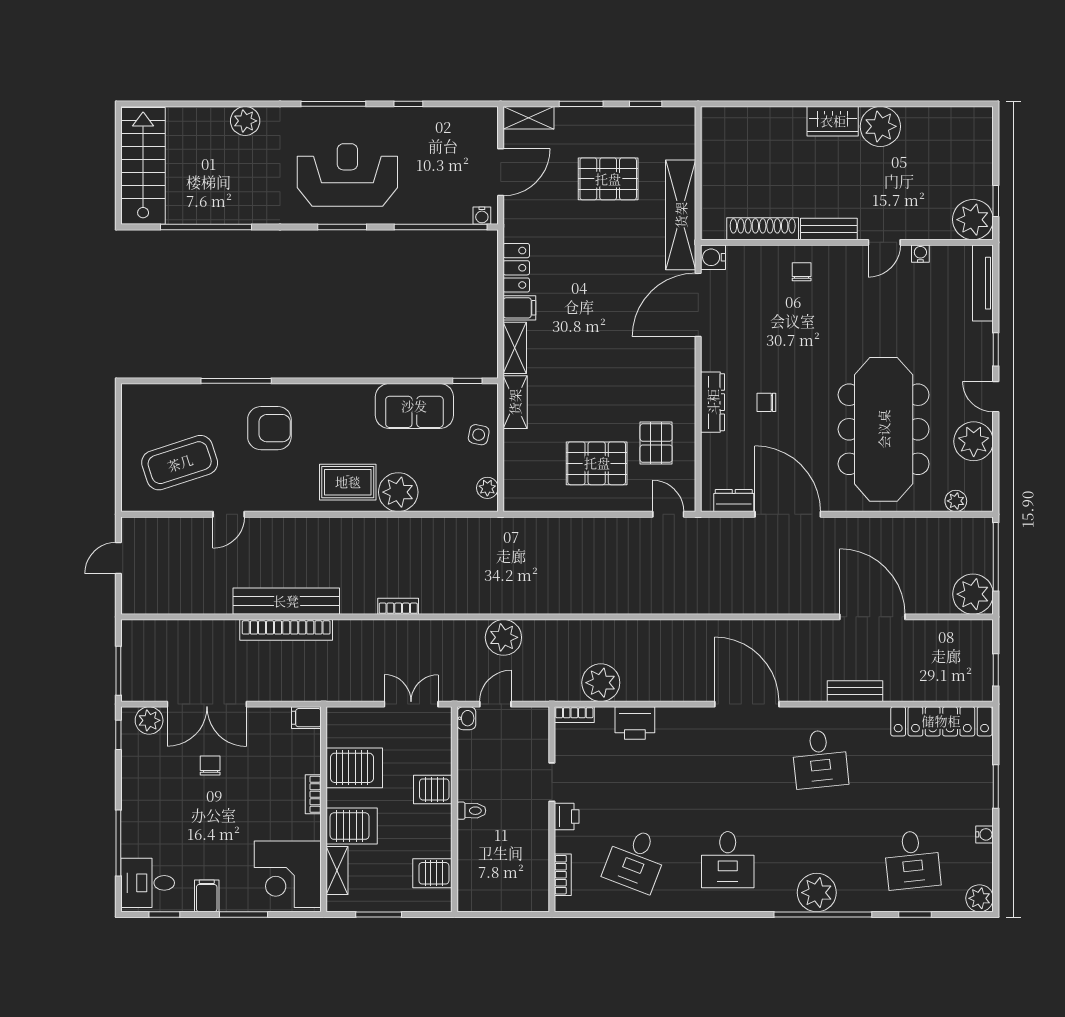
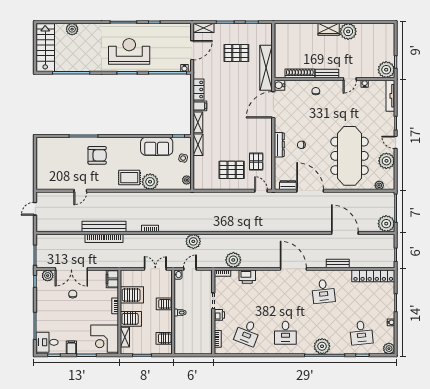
plant: (245, 121) -> (72, 29), moved
coffee table: (180, 463) -> (60, 170), removed
filing cabinet: (306, 718) -> (112, 279), width x2.00

